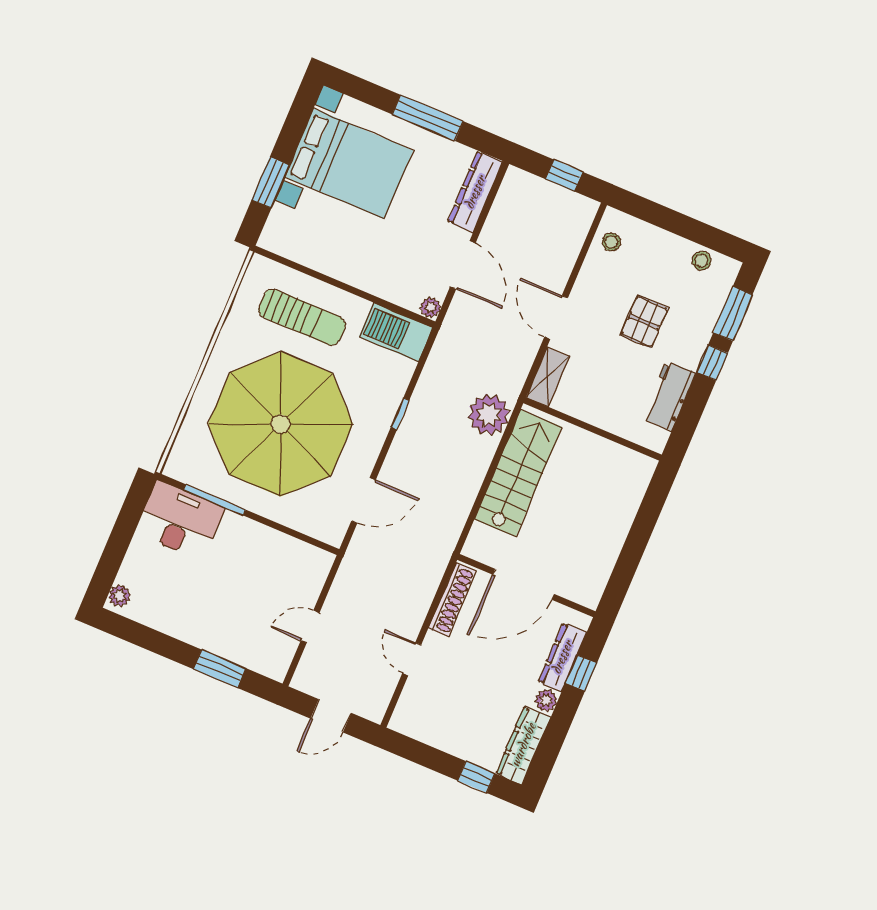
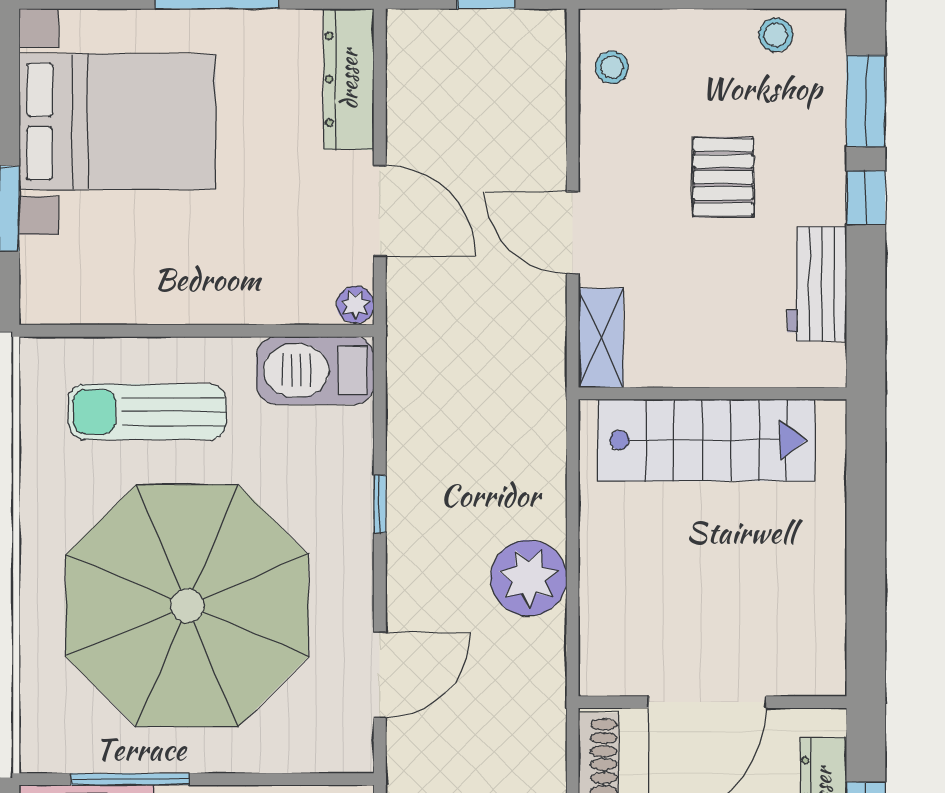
sun lounger: (302, 317) -> (147, 412), turned 180
plant: (489, 414) -> (529, 578), moved
stairs: (518, 473) -> (706, 440), moved, turned 90

